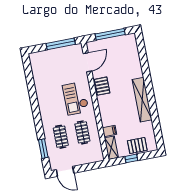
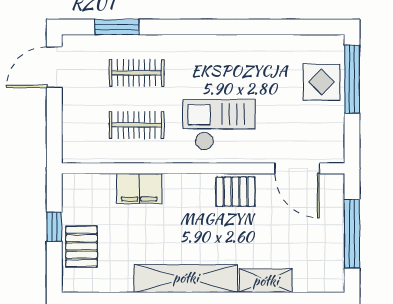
window: (61, 44) -> (352, 79), moved
display table: (50, 59) -> (322, 82), added
filing cabinet: (109, 131) -> (139, 188), width x2.00
shelving: (111, 148) -> (266, 281), moved

